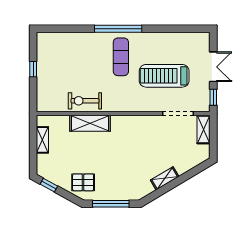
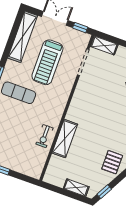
shelving: (182, 40) -> (23, 37), added
exercise bike: (85, 101) -> (44, 136), width x0.73, depth x0.72
shelving: (42, 140) -> (76, 188), moved

